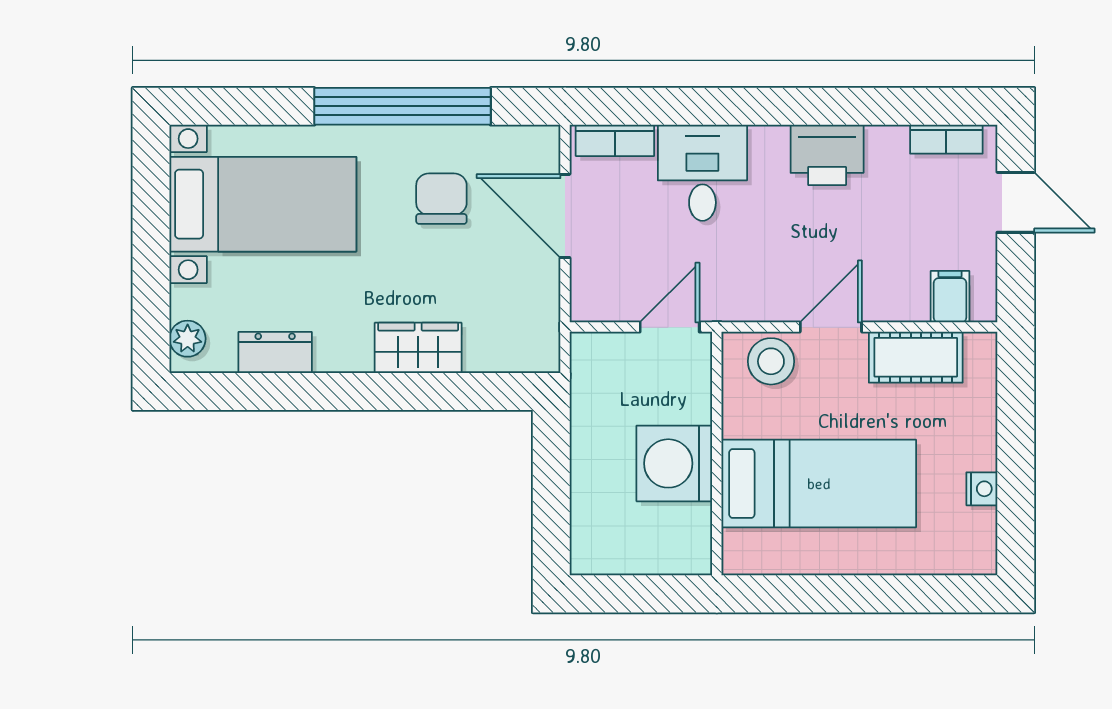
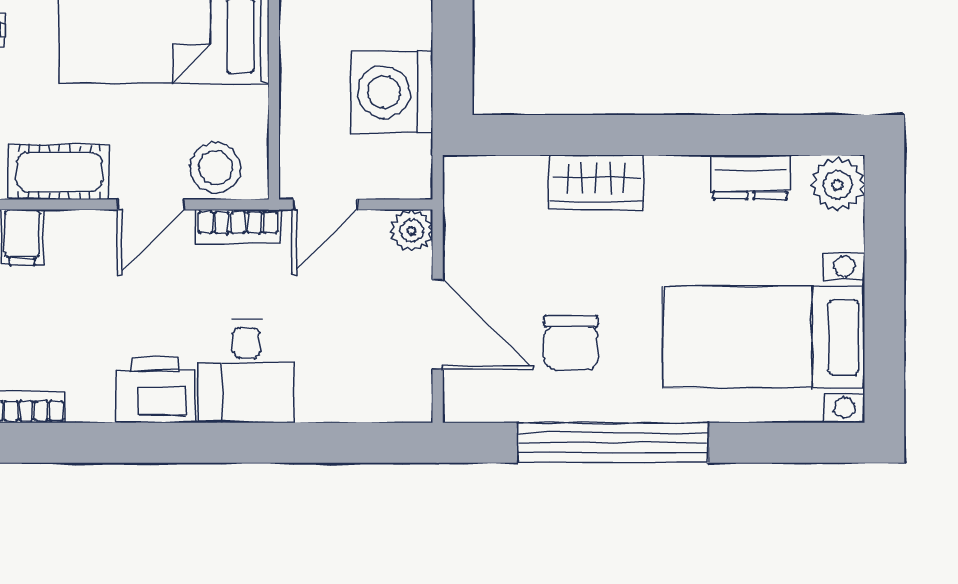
bookcase: (615, 140) -> (238, 226), moved, turned 180
desk: (702, 173) -> (246, 371), moved
plant: (589, 303) -> (412, 231), added
plant: (188, 339) -> (838, 185), width x1.38, depth x1.38
washing machine: (674, 463) -> (392, 92), moved, turned 180

